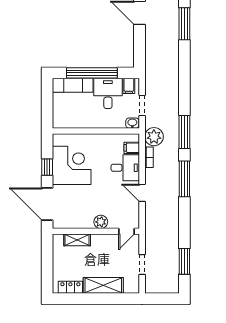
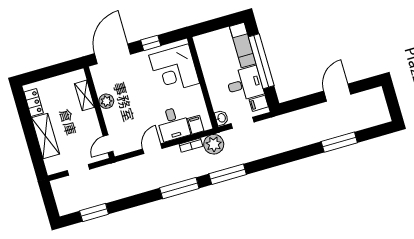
corner desk: (72, 165) -> (174, 69), moved, turned 90
plant: (101, 222) -> (106, 101), moved
door: (126, 231) -> (108, 144), hinge flipped

